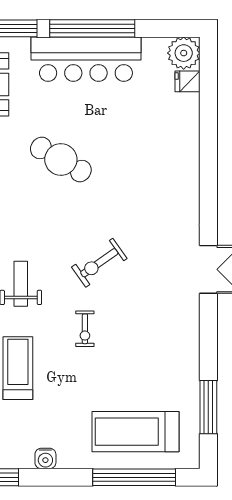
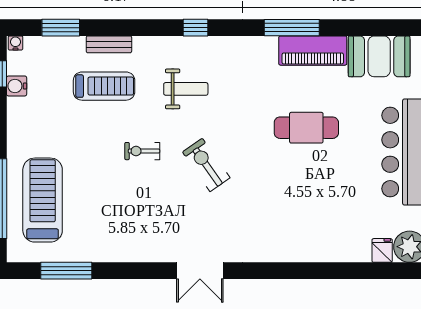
cafe table: (61, 159) -> (306, 128), turned 60
water cooler: (45, 458) -> (17, 86), moved

